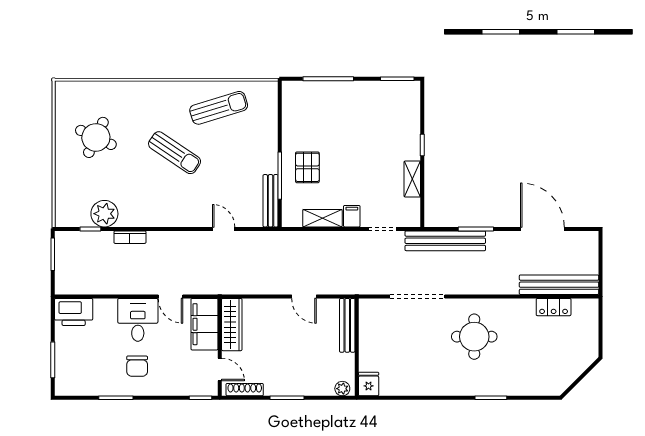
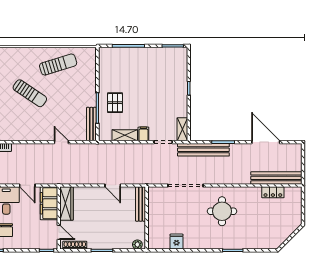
shelving: (412, 179) -> (182, 129), moved
fridge: (369, 384) -> (177, 242), moved

